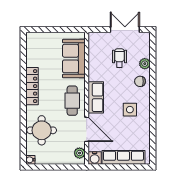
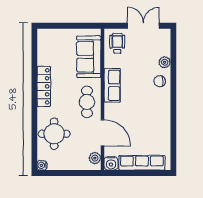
wheelchair: (119, 58) -> (117, 43), moved
row of seats: (96, 97) -> (112, 85), moved
side table: (130, 110) -> (149, 112), removed

